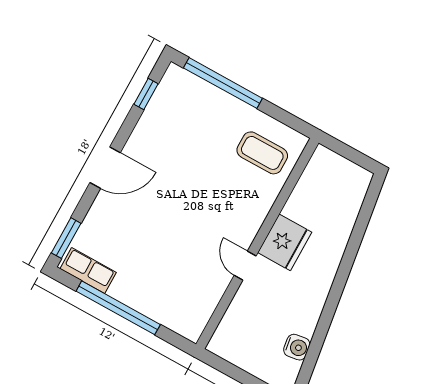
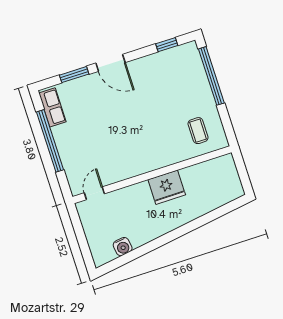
coffee table: (262, 153) -> (198, 131), width x0.73, depth x0.77
window: (66, 238) -> (74, 75), moved
door: (245, 266) -> (94, 193), moved

